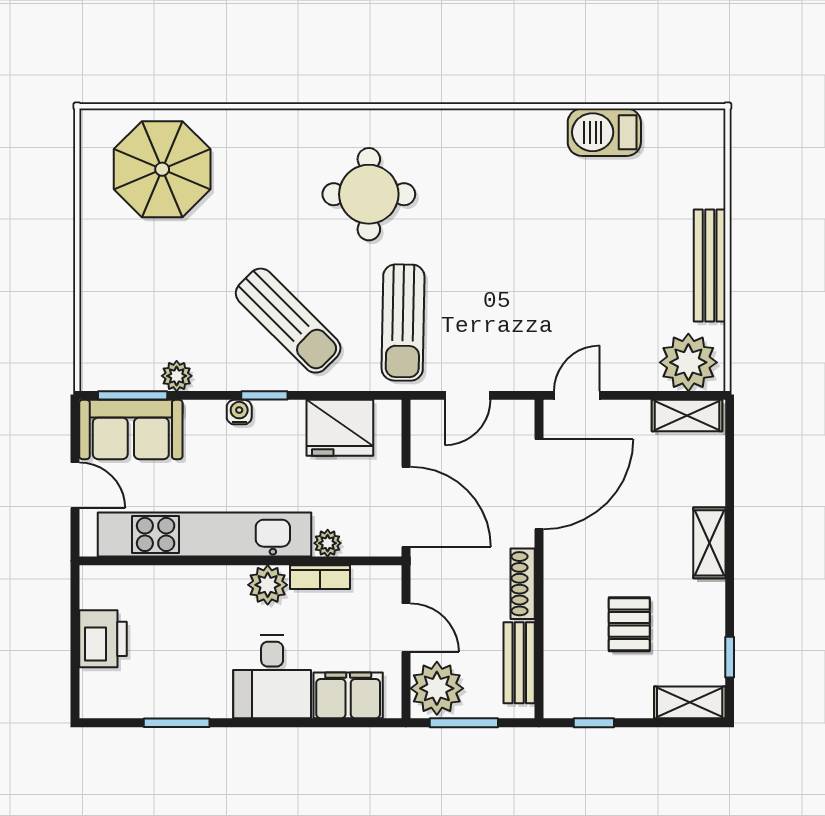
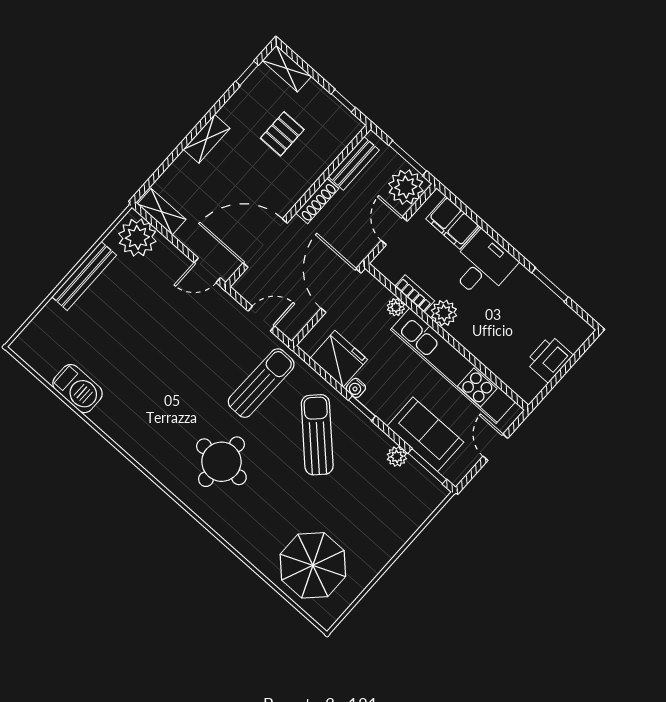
water cooler: (239, 412) -> (356, 388), moved
sofa: (131, 429) -> (425, 434), moved

